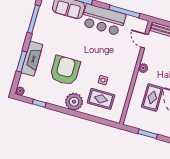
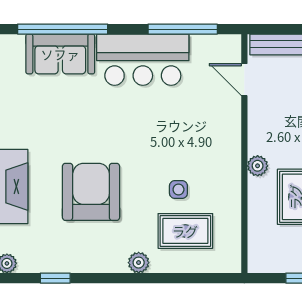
plant: (143, 68) -> (258, 166), moved
plant: (74, 102) -> (139, 263), width x0.53, depth x0.53

